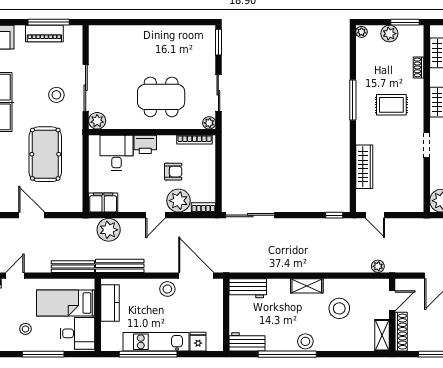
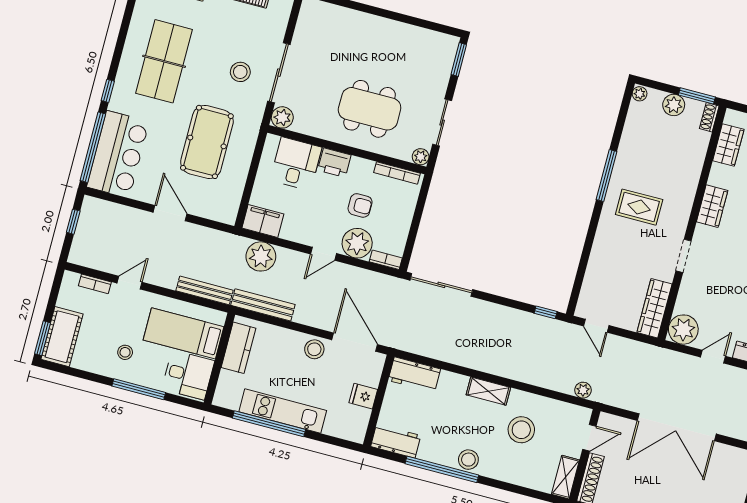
shoe rack: (419, 67) -> (709, 117), moved
rug: (391, 105) -> (639, 207), moved
wardrobe: (364, 167) -> (654, 308), moved, turned 180
fridge: (198, 342) -> (363, 396), moved, turned -90

